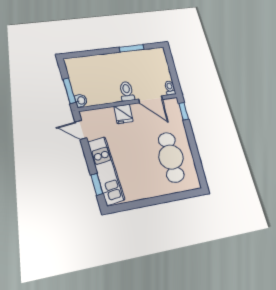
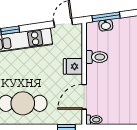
toilet: (127, 91) -> (97, 57), moved
washbasin: (81, 100) -> (106, 25), moved

